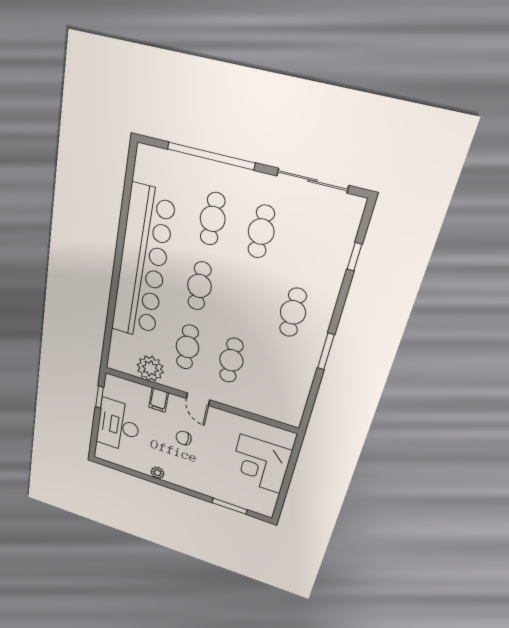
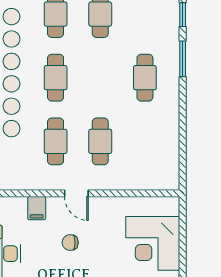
window: (326, 351) -> (183, 59), moved
plant: (150, 368) -> (22, 176), removed

